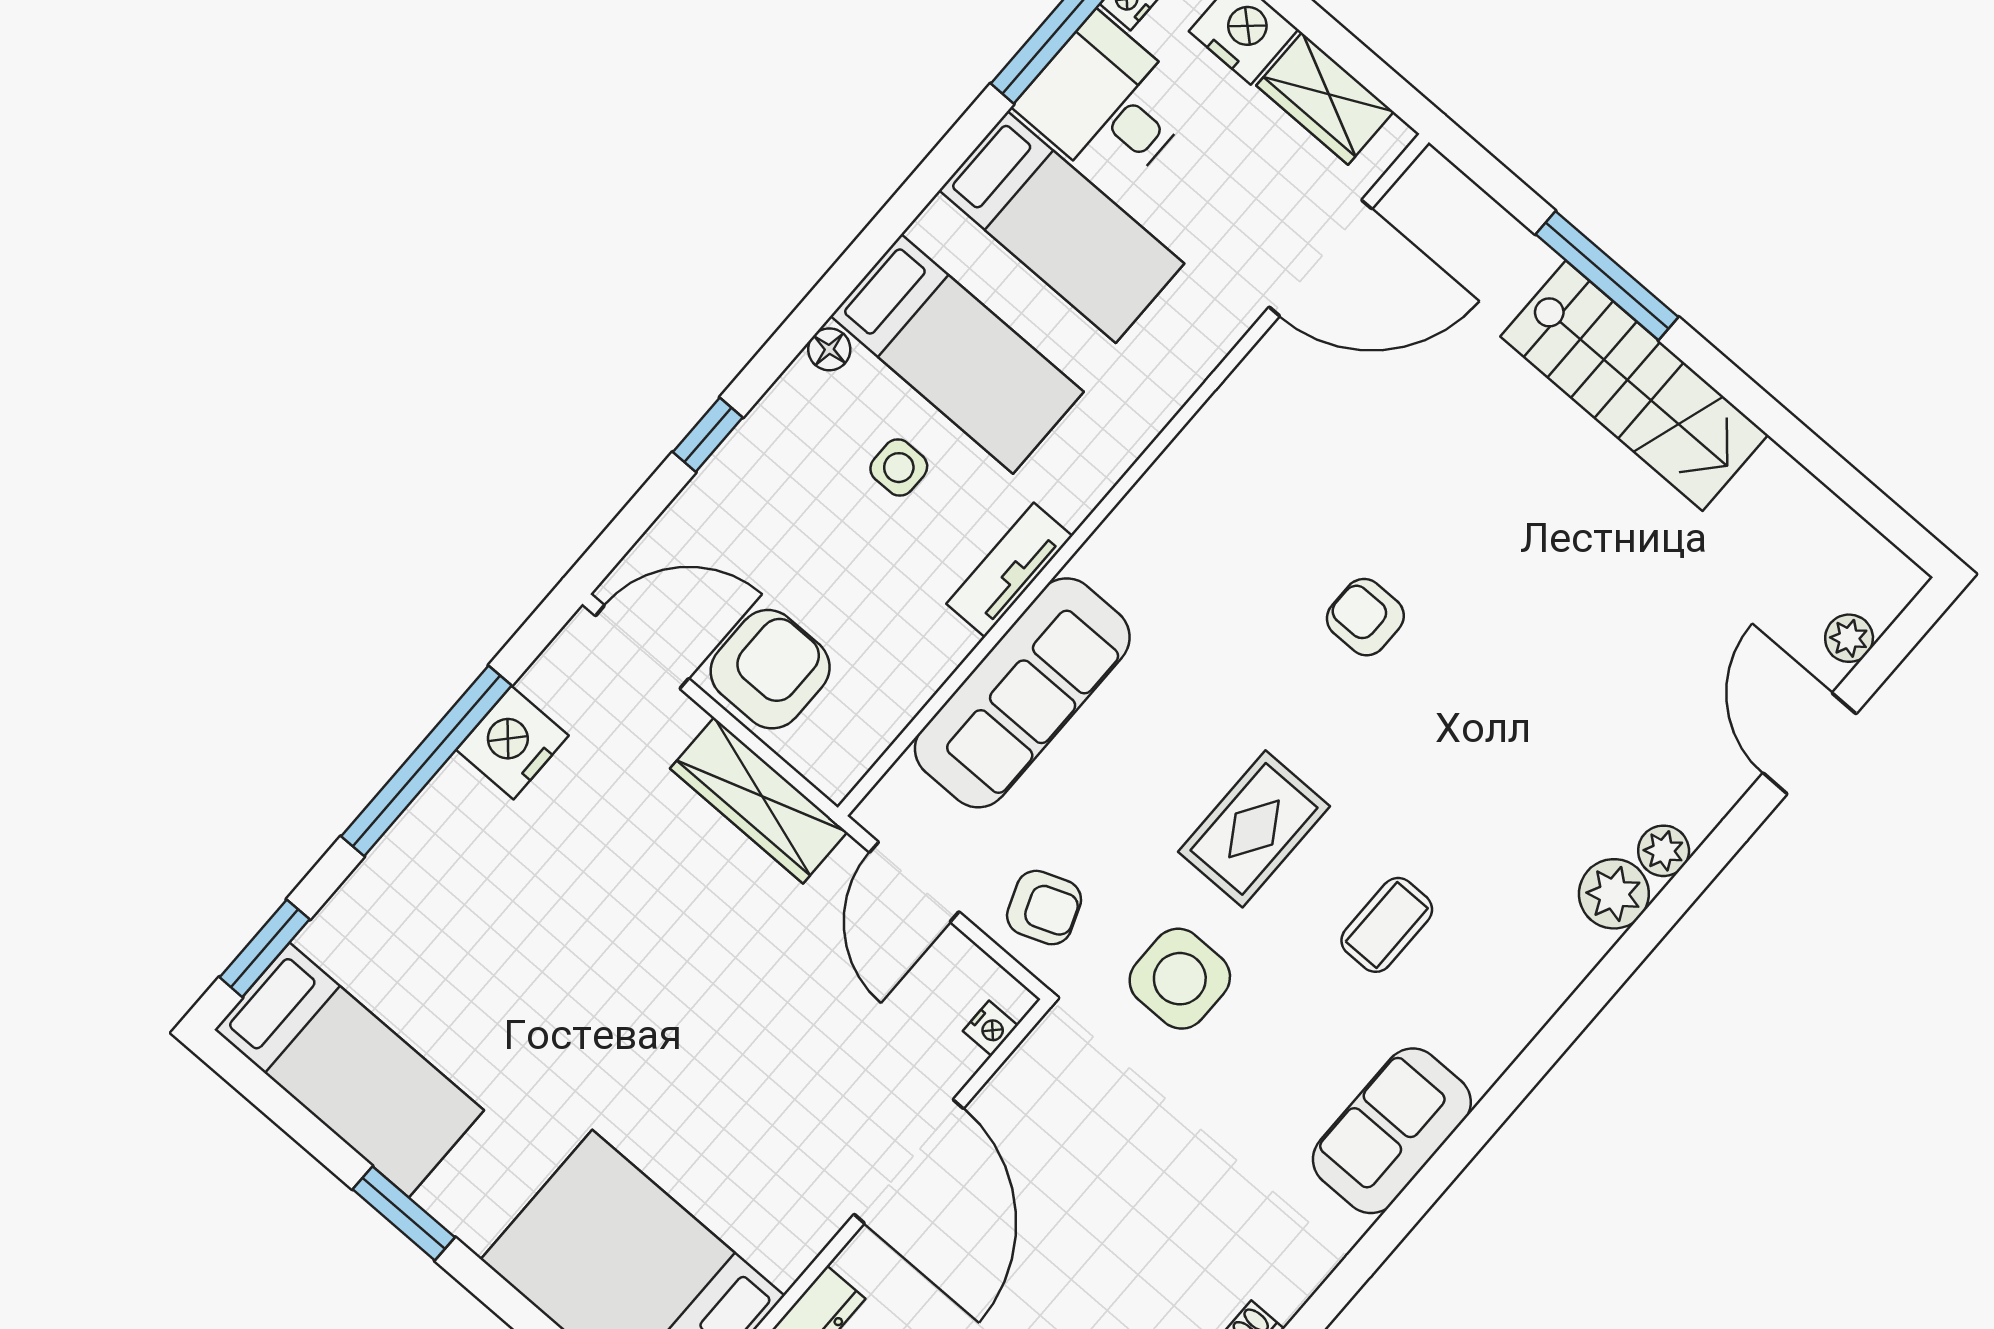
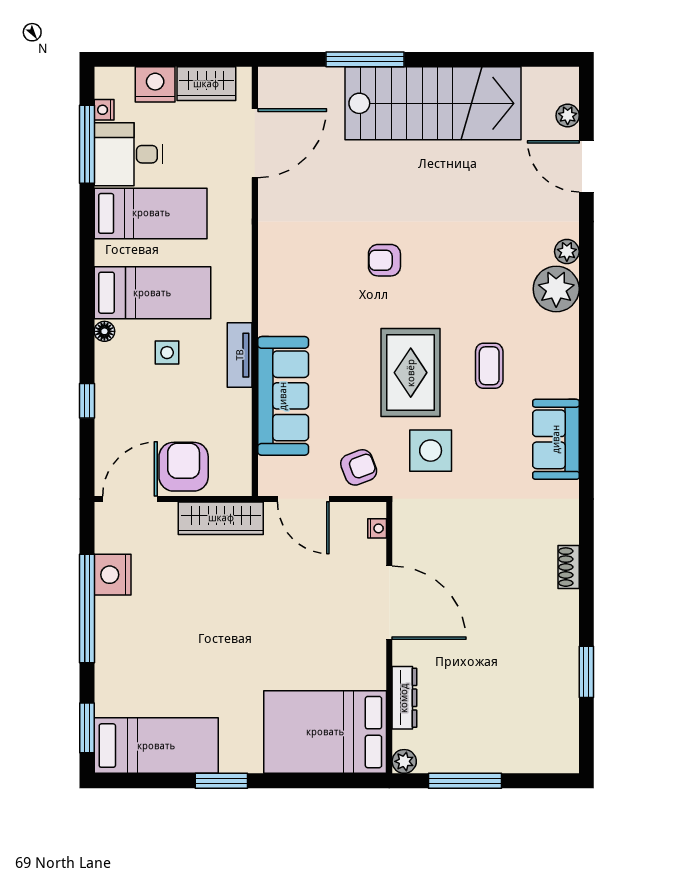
stairs: (1634, 386) -> (433, 103), width x1.36, depth x1.51
rug: (1254, 829) -> (411, 373), width x1.36, depth x1.43
plant: (1614, 894) -> (556, 289), width x1.36, depth x1.36

